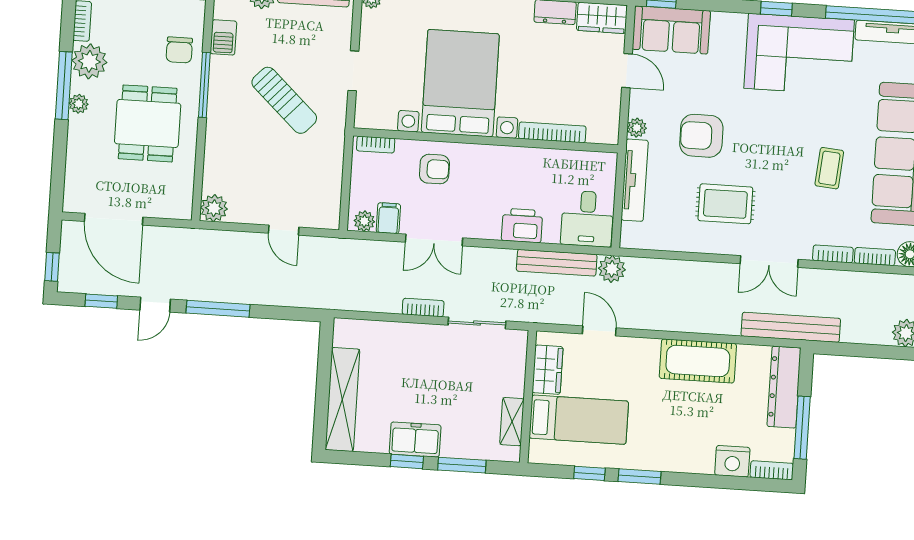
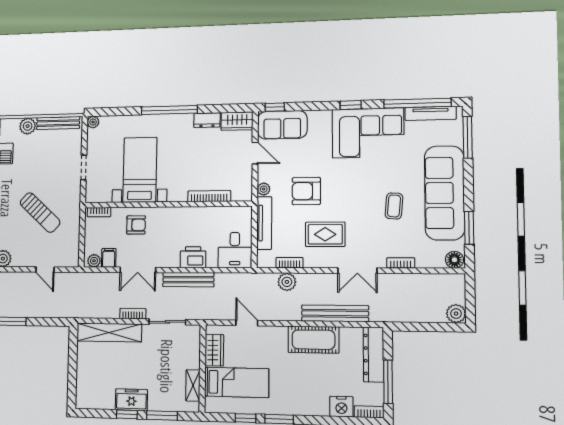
bed with nightstands: (460, 83) -> (140, 170), width x0.73
sun lounger: (284, 100) -> (40, 213), moved
bookcase: (875, 257) -> (290, 263), moved
bench: (557, 263) -> (188, 280), moved
plant: (612, 269) -> (287, 282), moved
bench: (791, 327) -> (335, 313), moved
shelving: (342, 399) -> (109, 332), moved, turned 90

